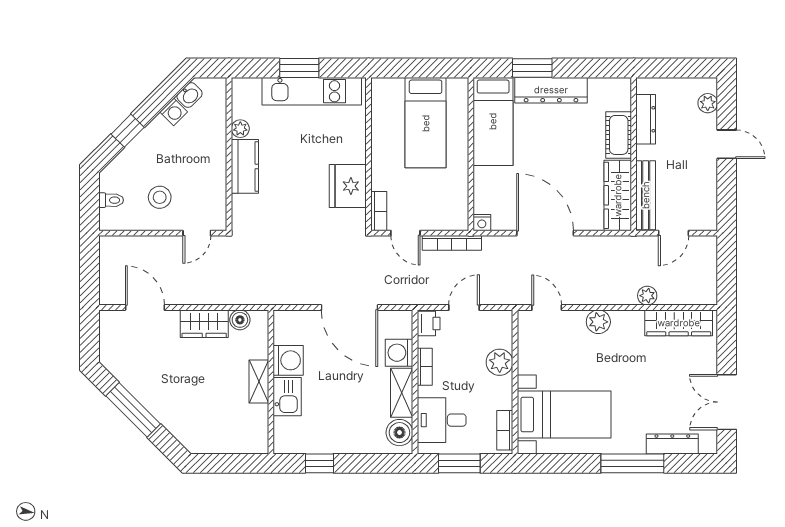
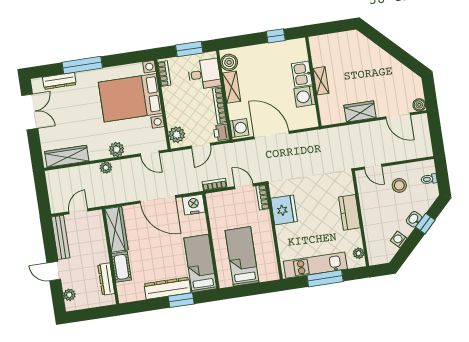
window: (299, 68) -> (325, 278), width x1.44
washbasin: (190, 95) -> (414, 219), moved
plant: (240, 129) -> (359, 253), moved
bench: (646, 195) -> (61, 237), moved
nightstand: (482, 223) -> (194, 205), width x1.89, depth x1.79
door: (197, 233) -> (373, 167), swing flipped
bookcase: (452, 243) -> (214, 184), width x0.64
plant: (647, 296) -> (106, 168), moved
boiler: (240, 320) -> (419, 105), moved
washing machine: (399, 353) -> (239, 128), moved
plant: (500, 362) -> (177, 135), moved
bookcase: (425, 367) -> (220, 105), width x1.56
window: (133, 410) -> (396, 51), removed
bed with nightstands: (564, 415) -> (130, 98), width x1.36

